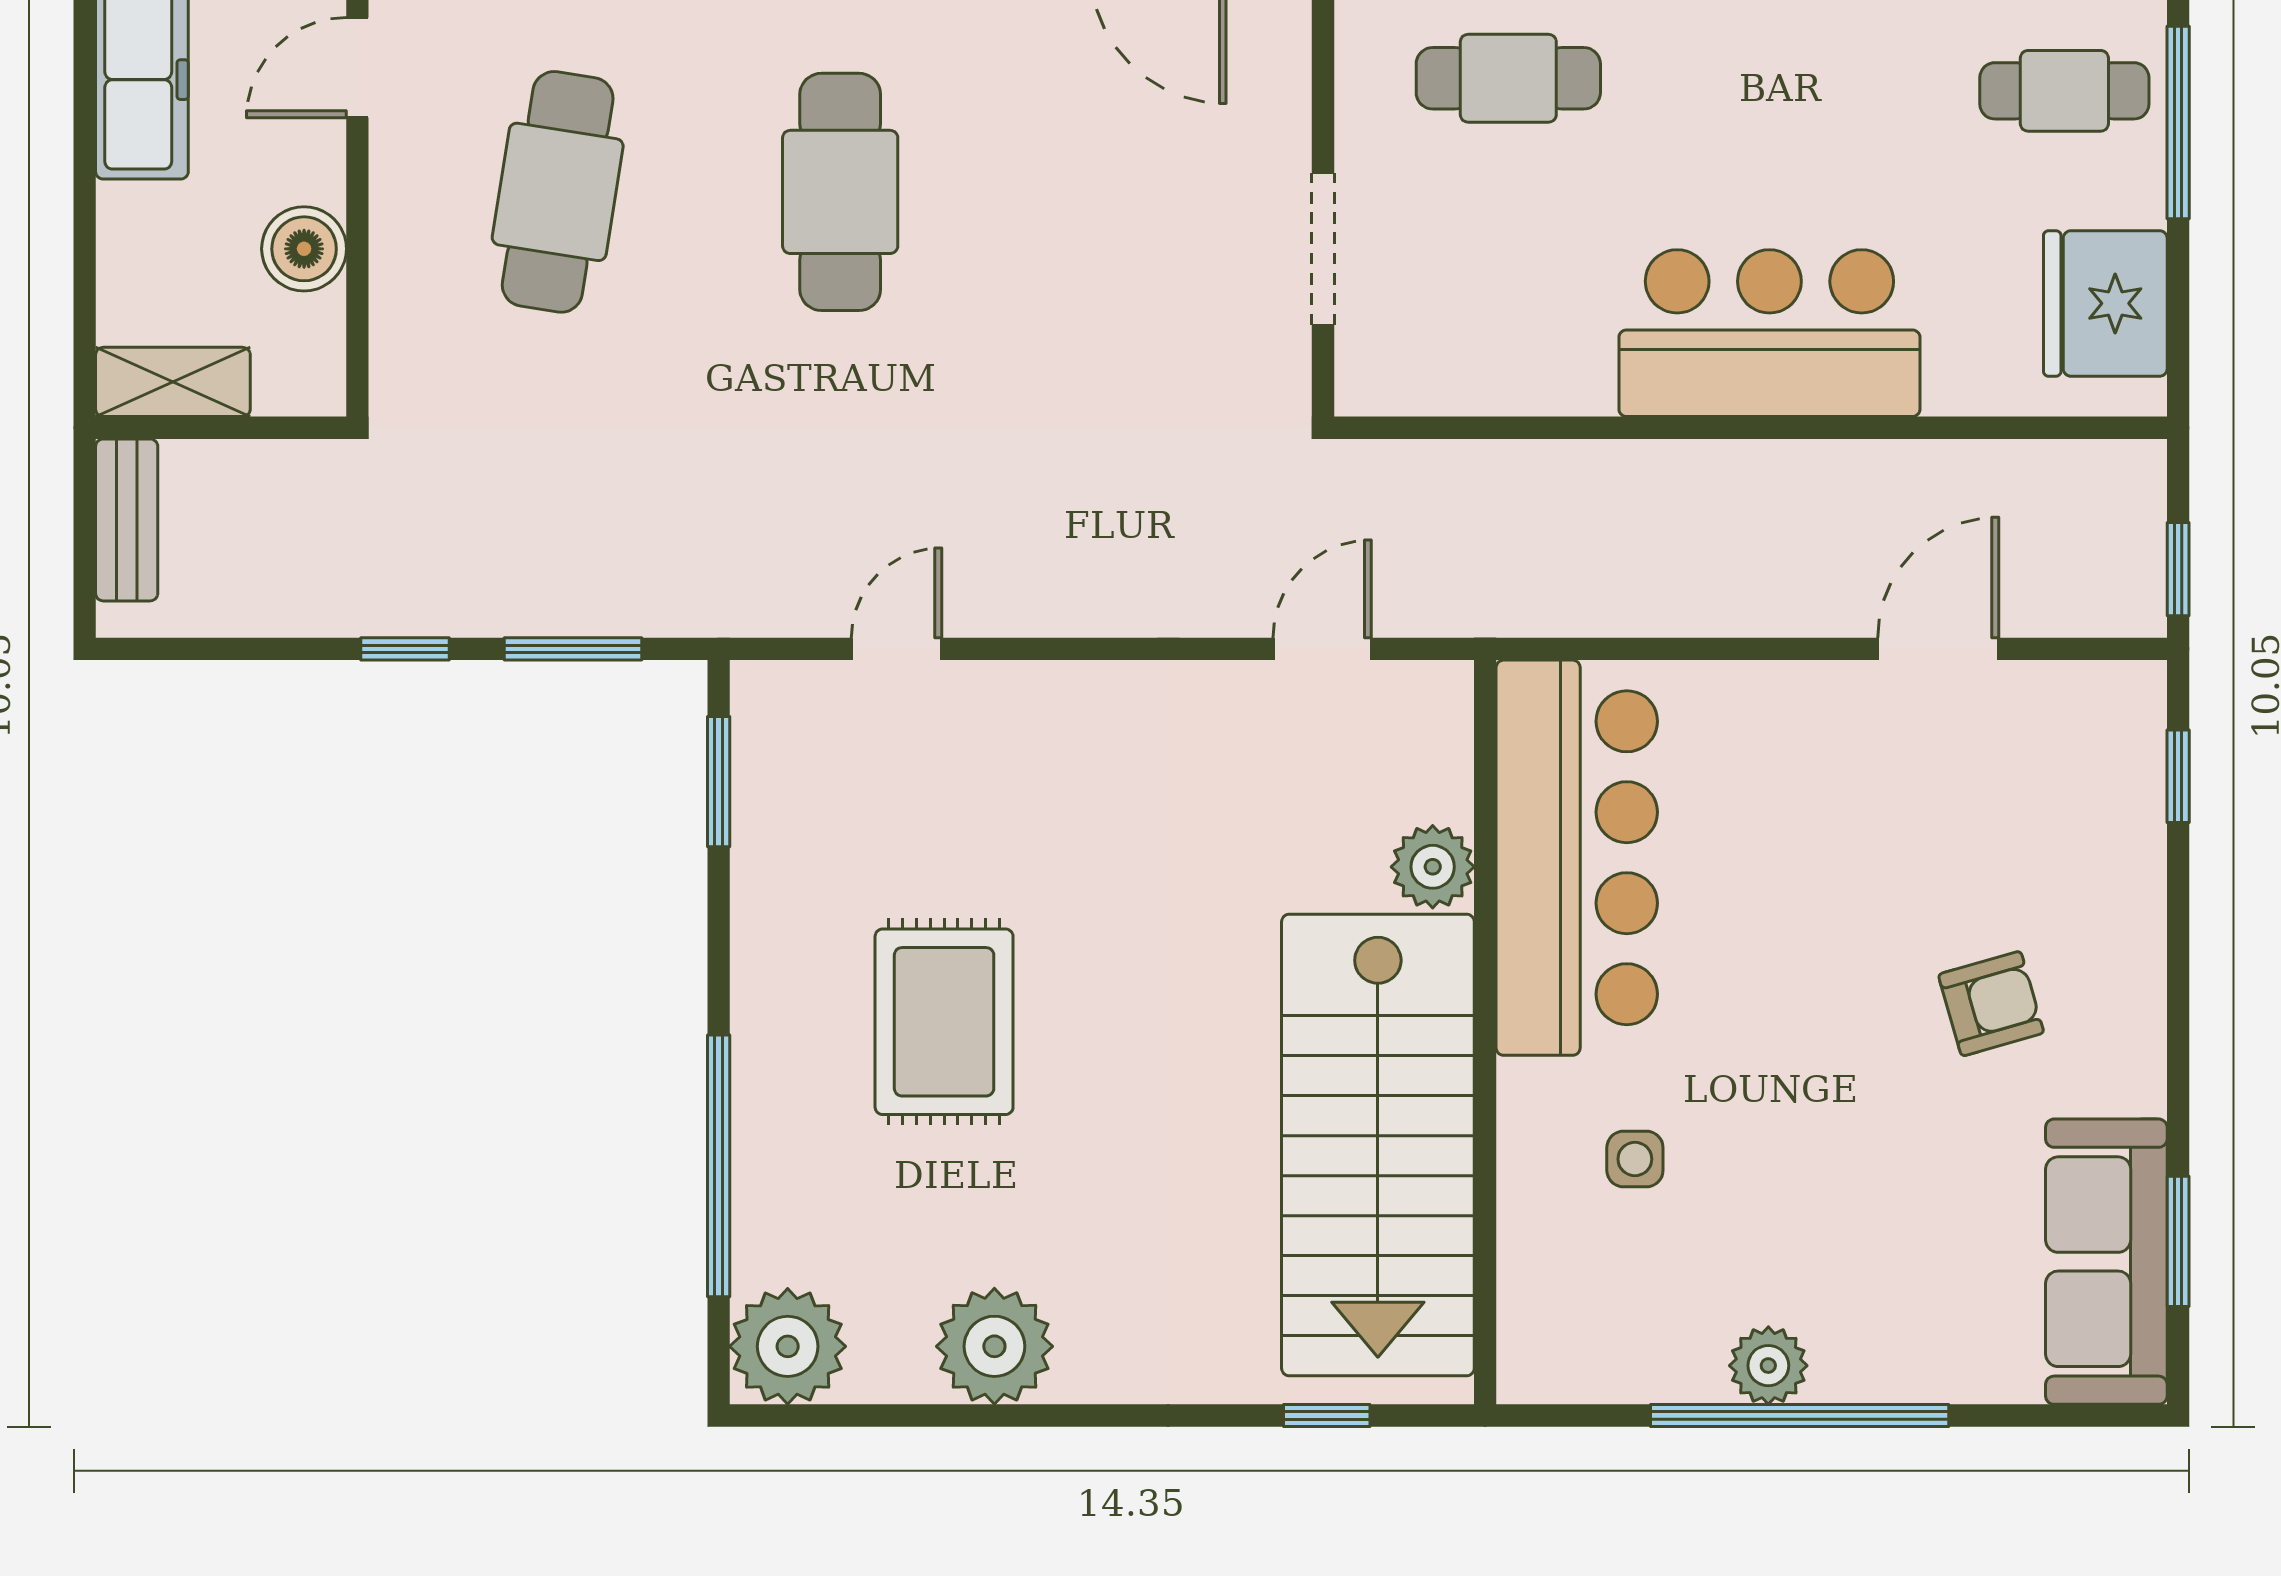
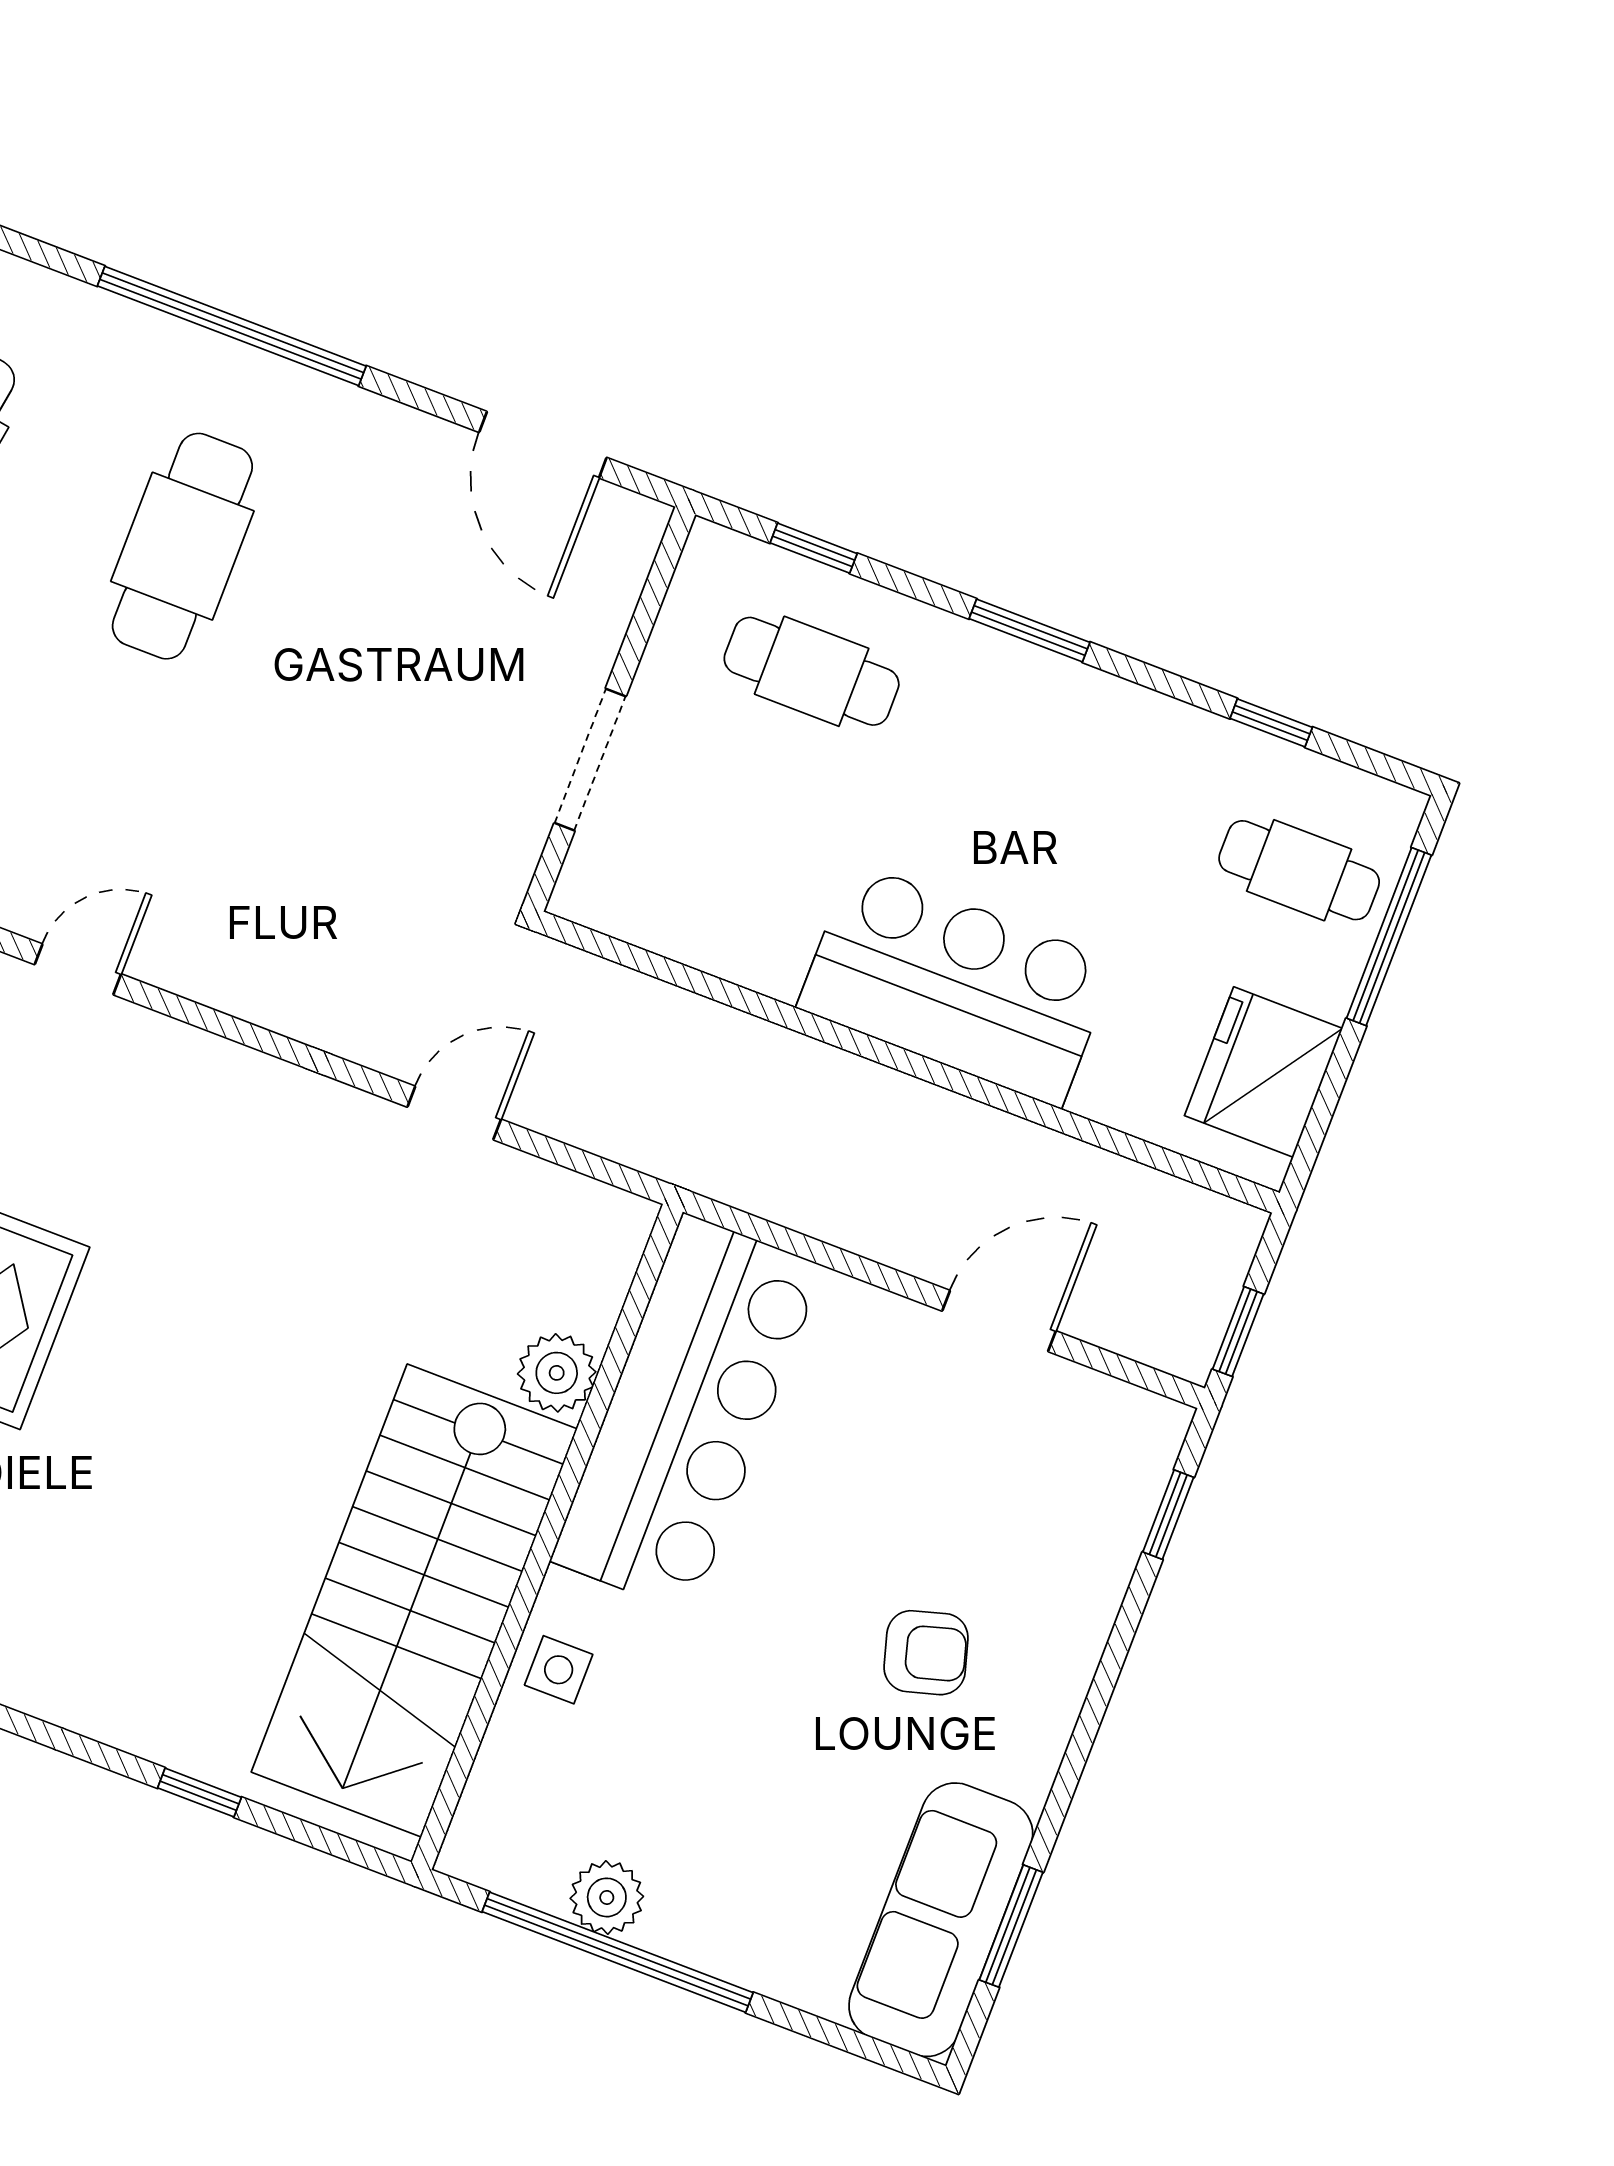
bar counter: (1577, 858) -> (687, 1414), moved
plant: (1433, 867) -> (557, 1373), moved
wall: (1485, 1032) -> (547, 1537), moved
stairs: (1378, 1145) -> (414, 1600), moved

